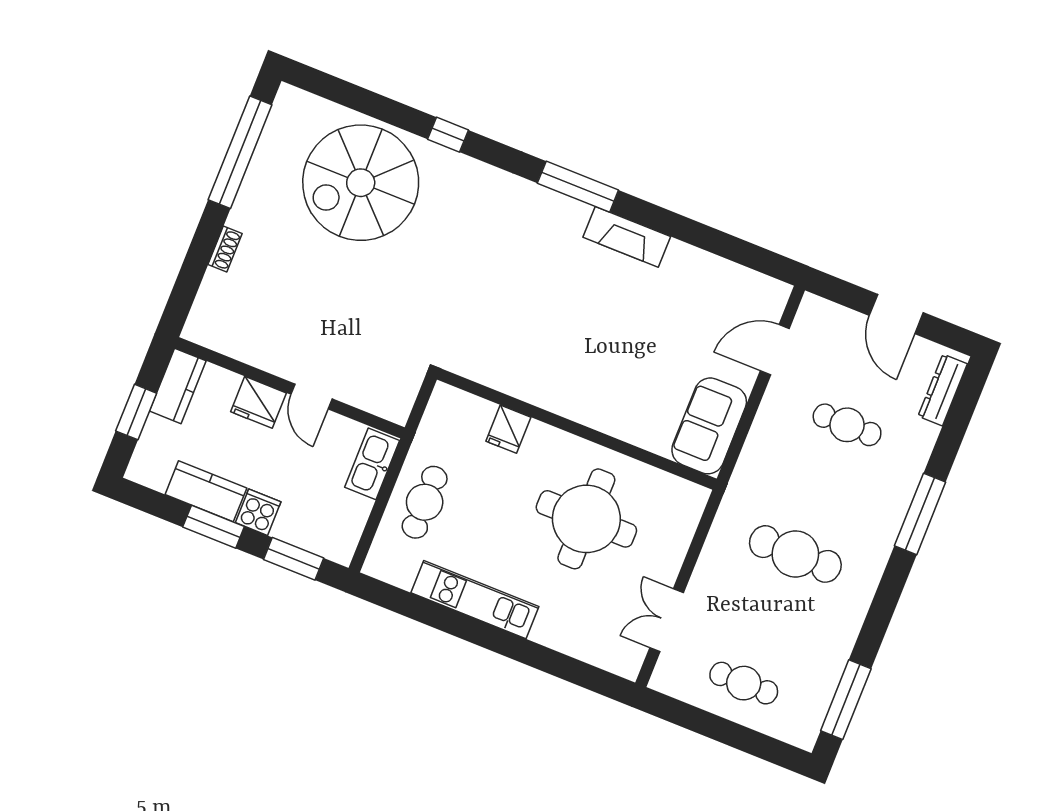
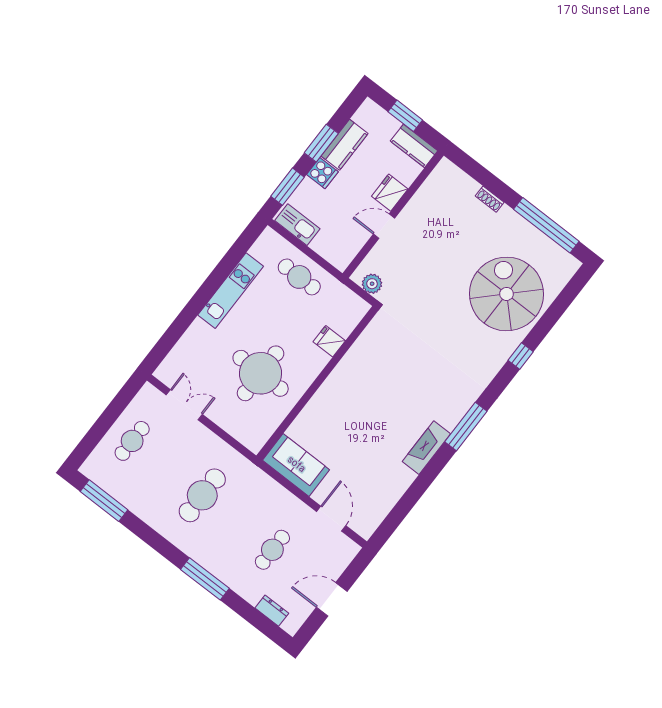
plant: (403, 390) -> (372, 284), added
dresser: (943, 390) -> (272, 611), width x0.70
kitchen sink: (372, 464) -> (297, 225), moved

